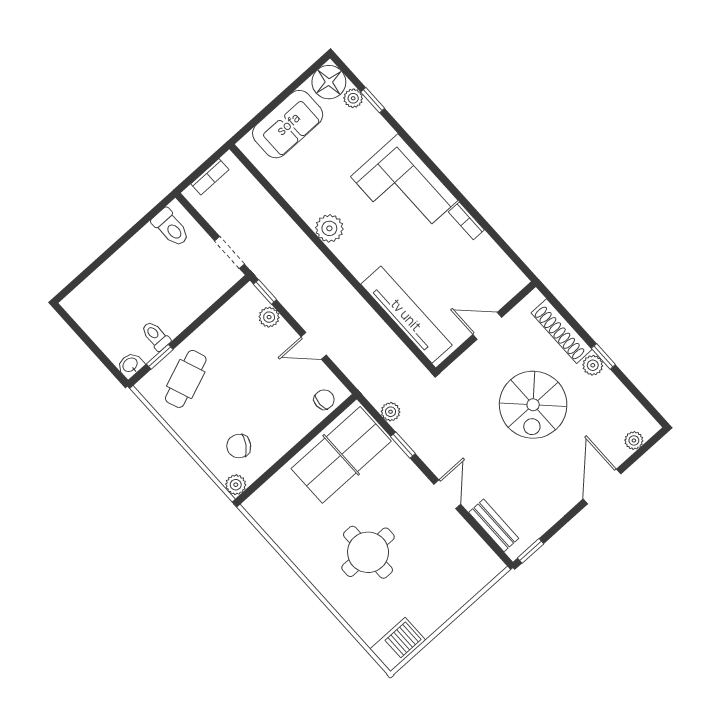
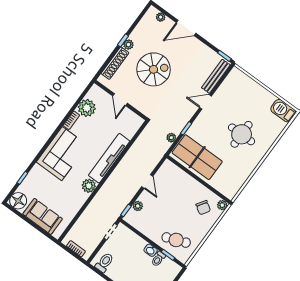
plant: (353, 98) -> (87, 108), moved, width x1.88, depth x1.88
tv unit: (406, 315) -> (109, 158), moved
washbasin: (130, 365) -> (151, 250), moved
chair: (324, 400) -> (172, 171), removed
bench: (494, 525) -> (216, 76), width x1.36

